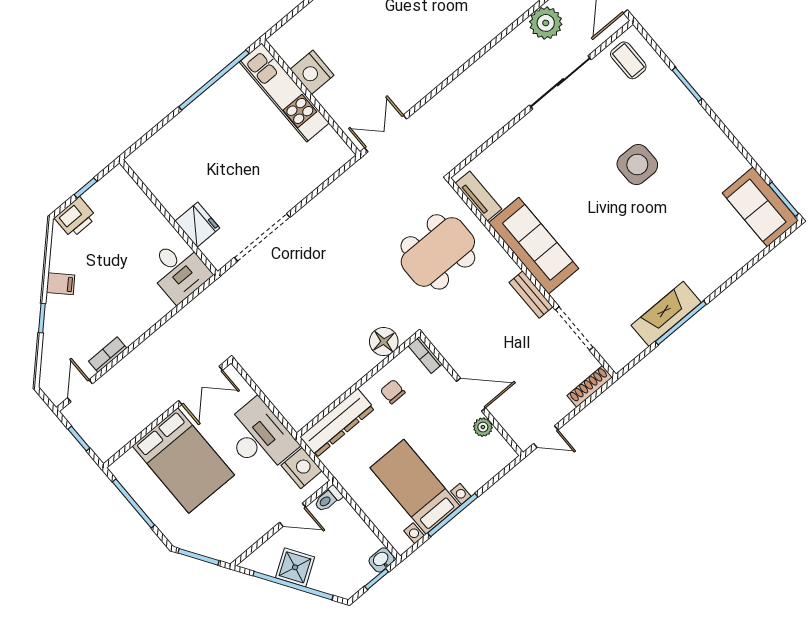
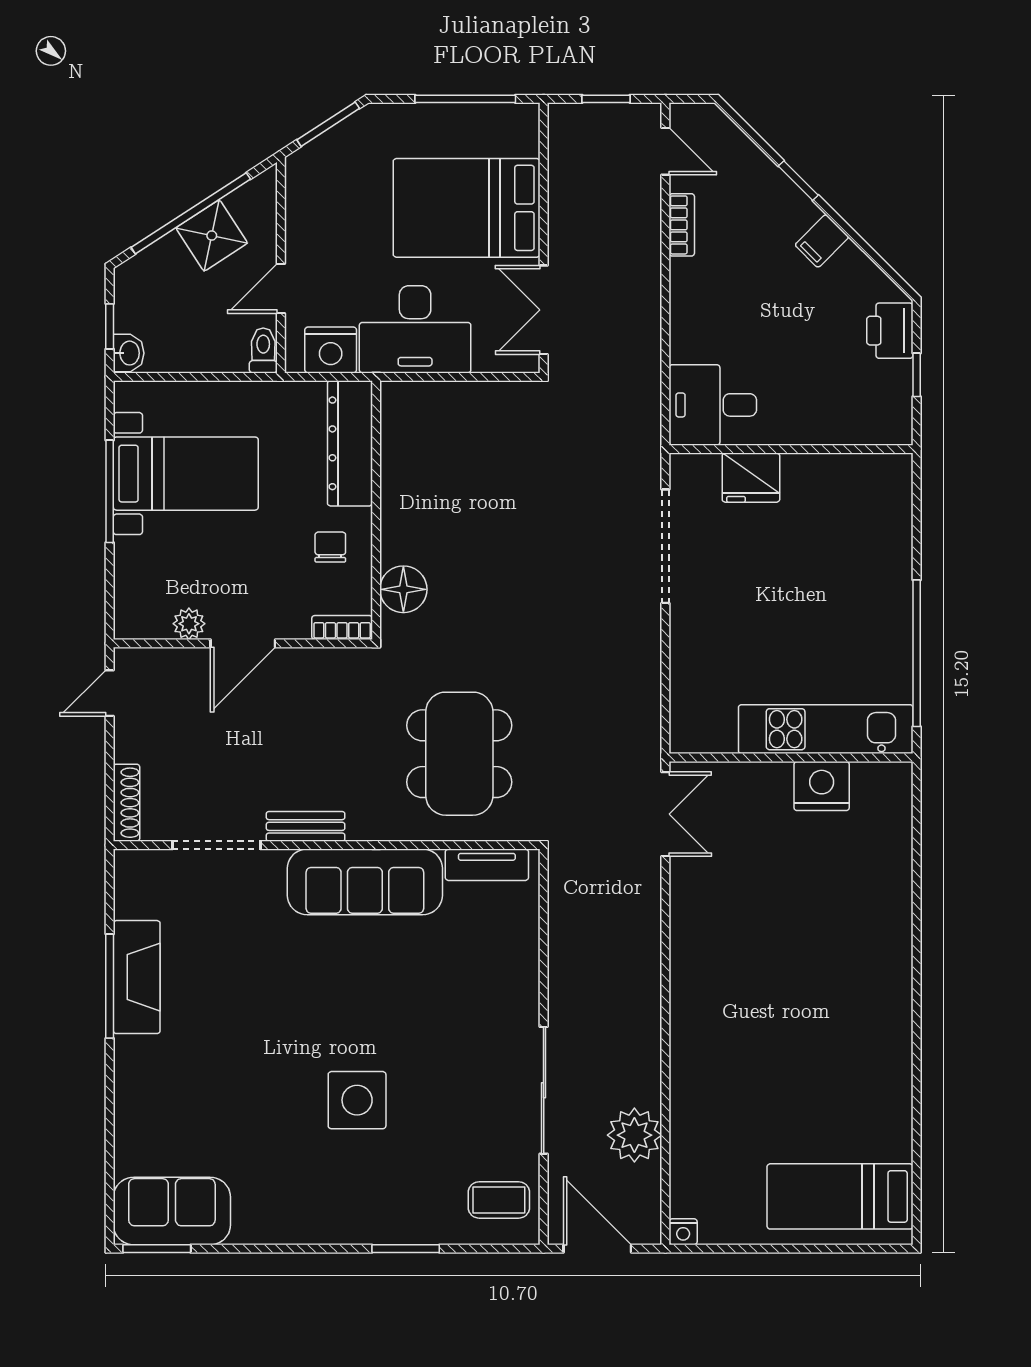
chair: (393, 392) -> (330, 547), turned -90

